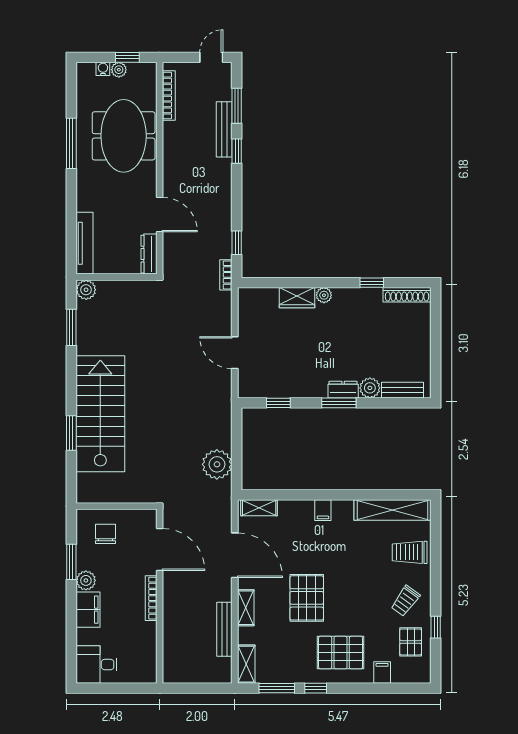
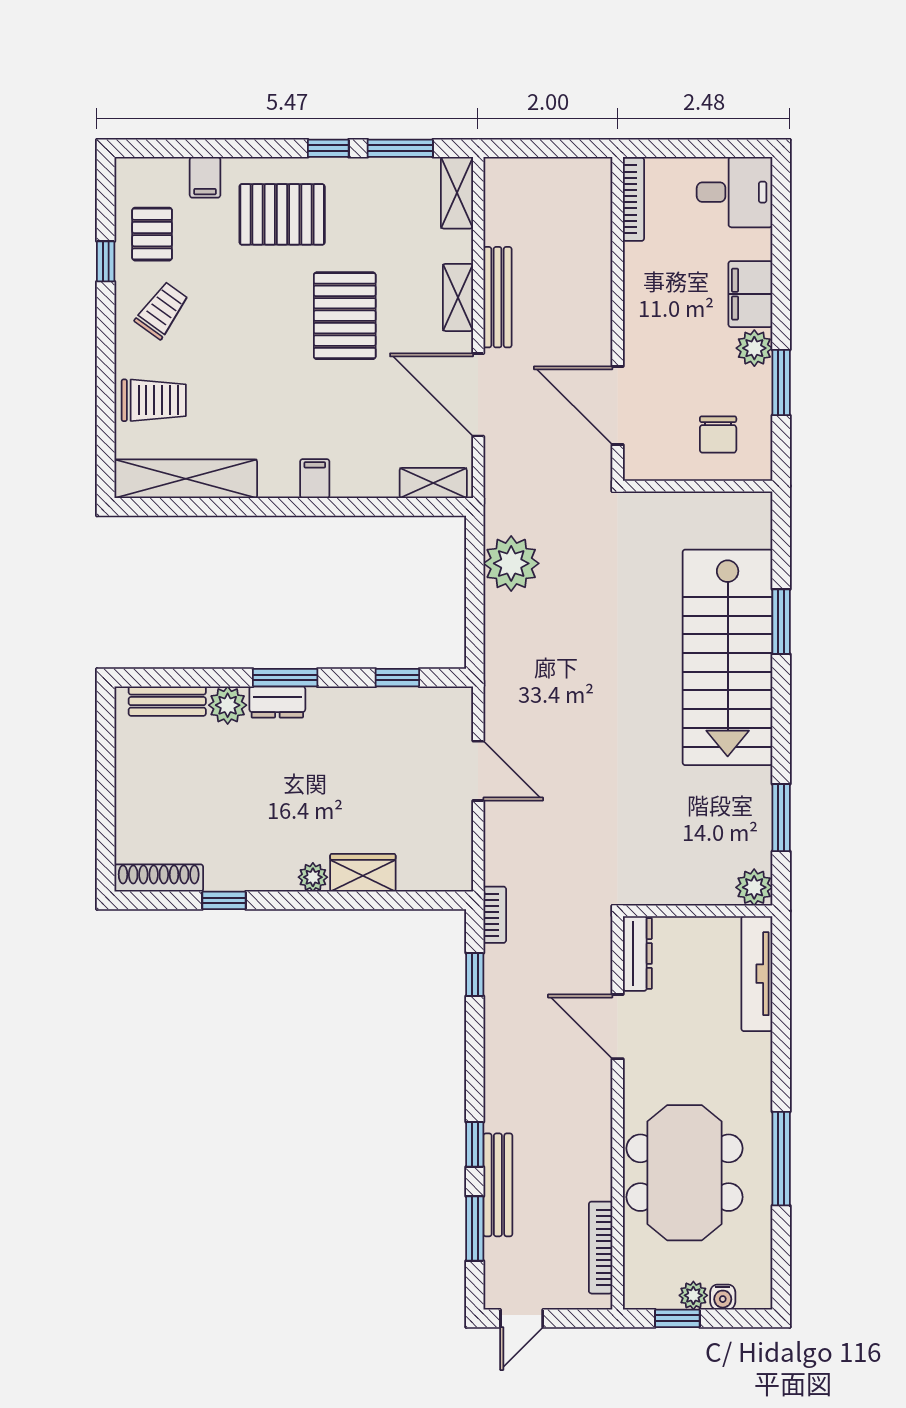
bookcase: (151, 598) -> (633, 199), moved
bench: (224, 629) -> (498, 297), moved

